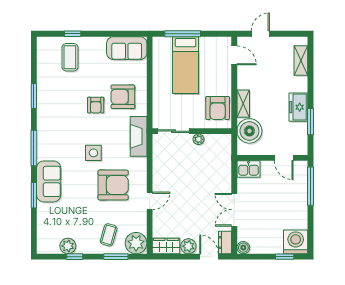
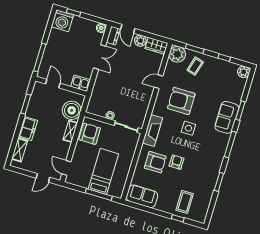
freezer: (298, 107) -> (28, 129), moved
plant: (68, 246) -> (244, 72), moved

